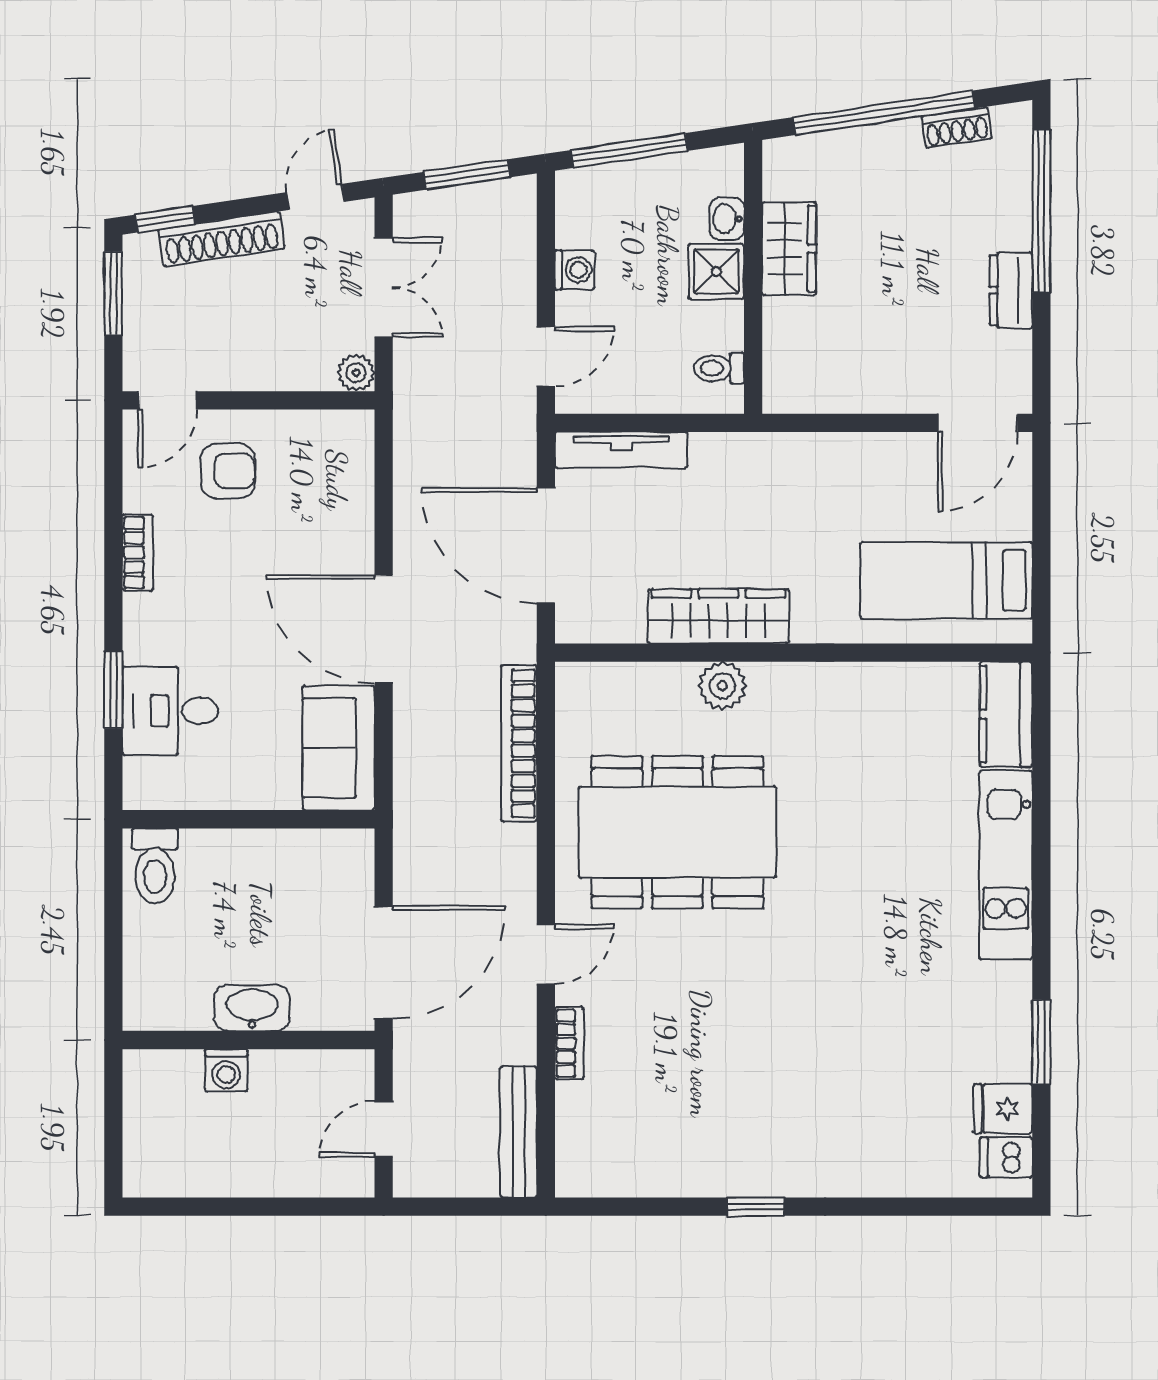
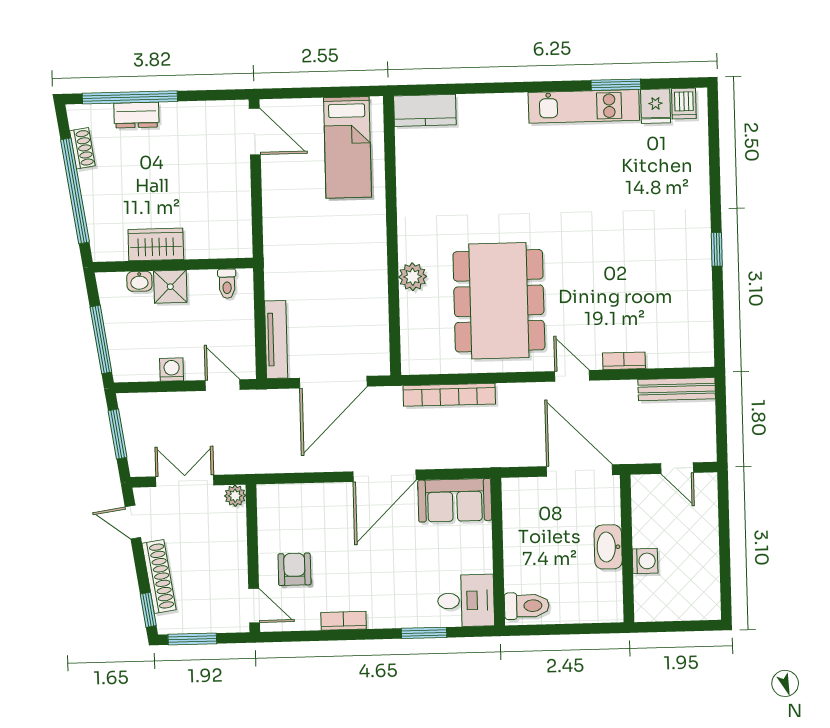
dresser: (1011, 290) -> (136, 115), moved
wardrobe: (718, 616) -> (372, 280), removed
desk: (170, 711) -> (466, 601), moved, turned -90
kitchen unit: (1006, 865) -> (584, 106), moved

